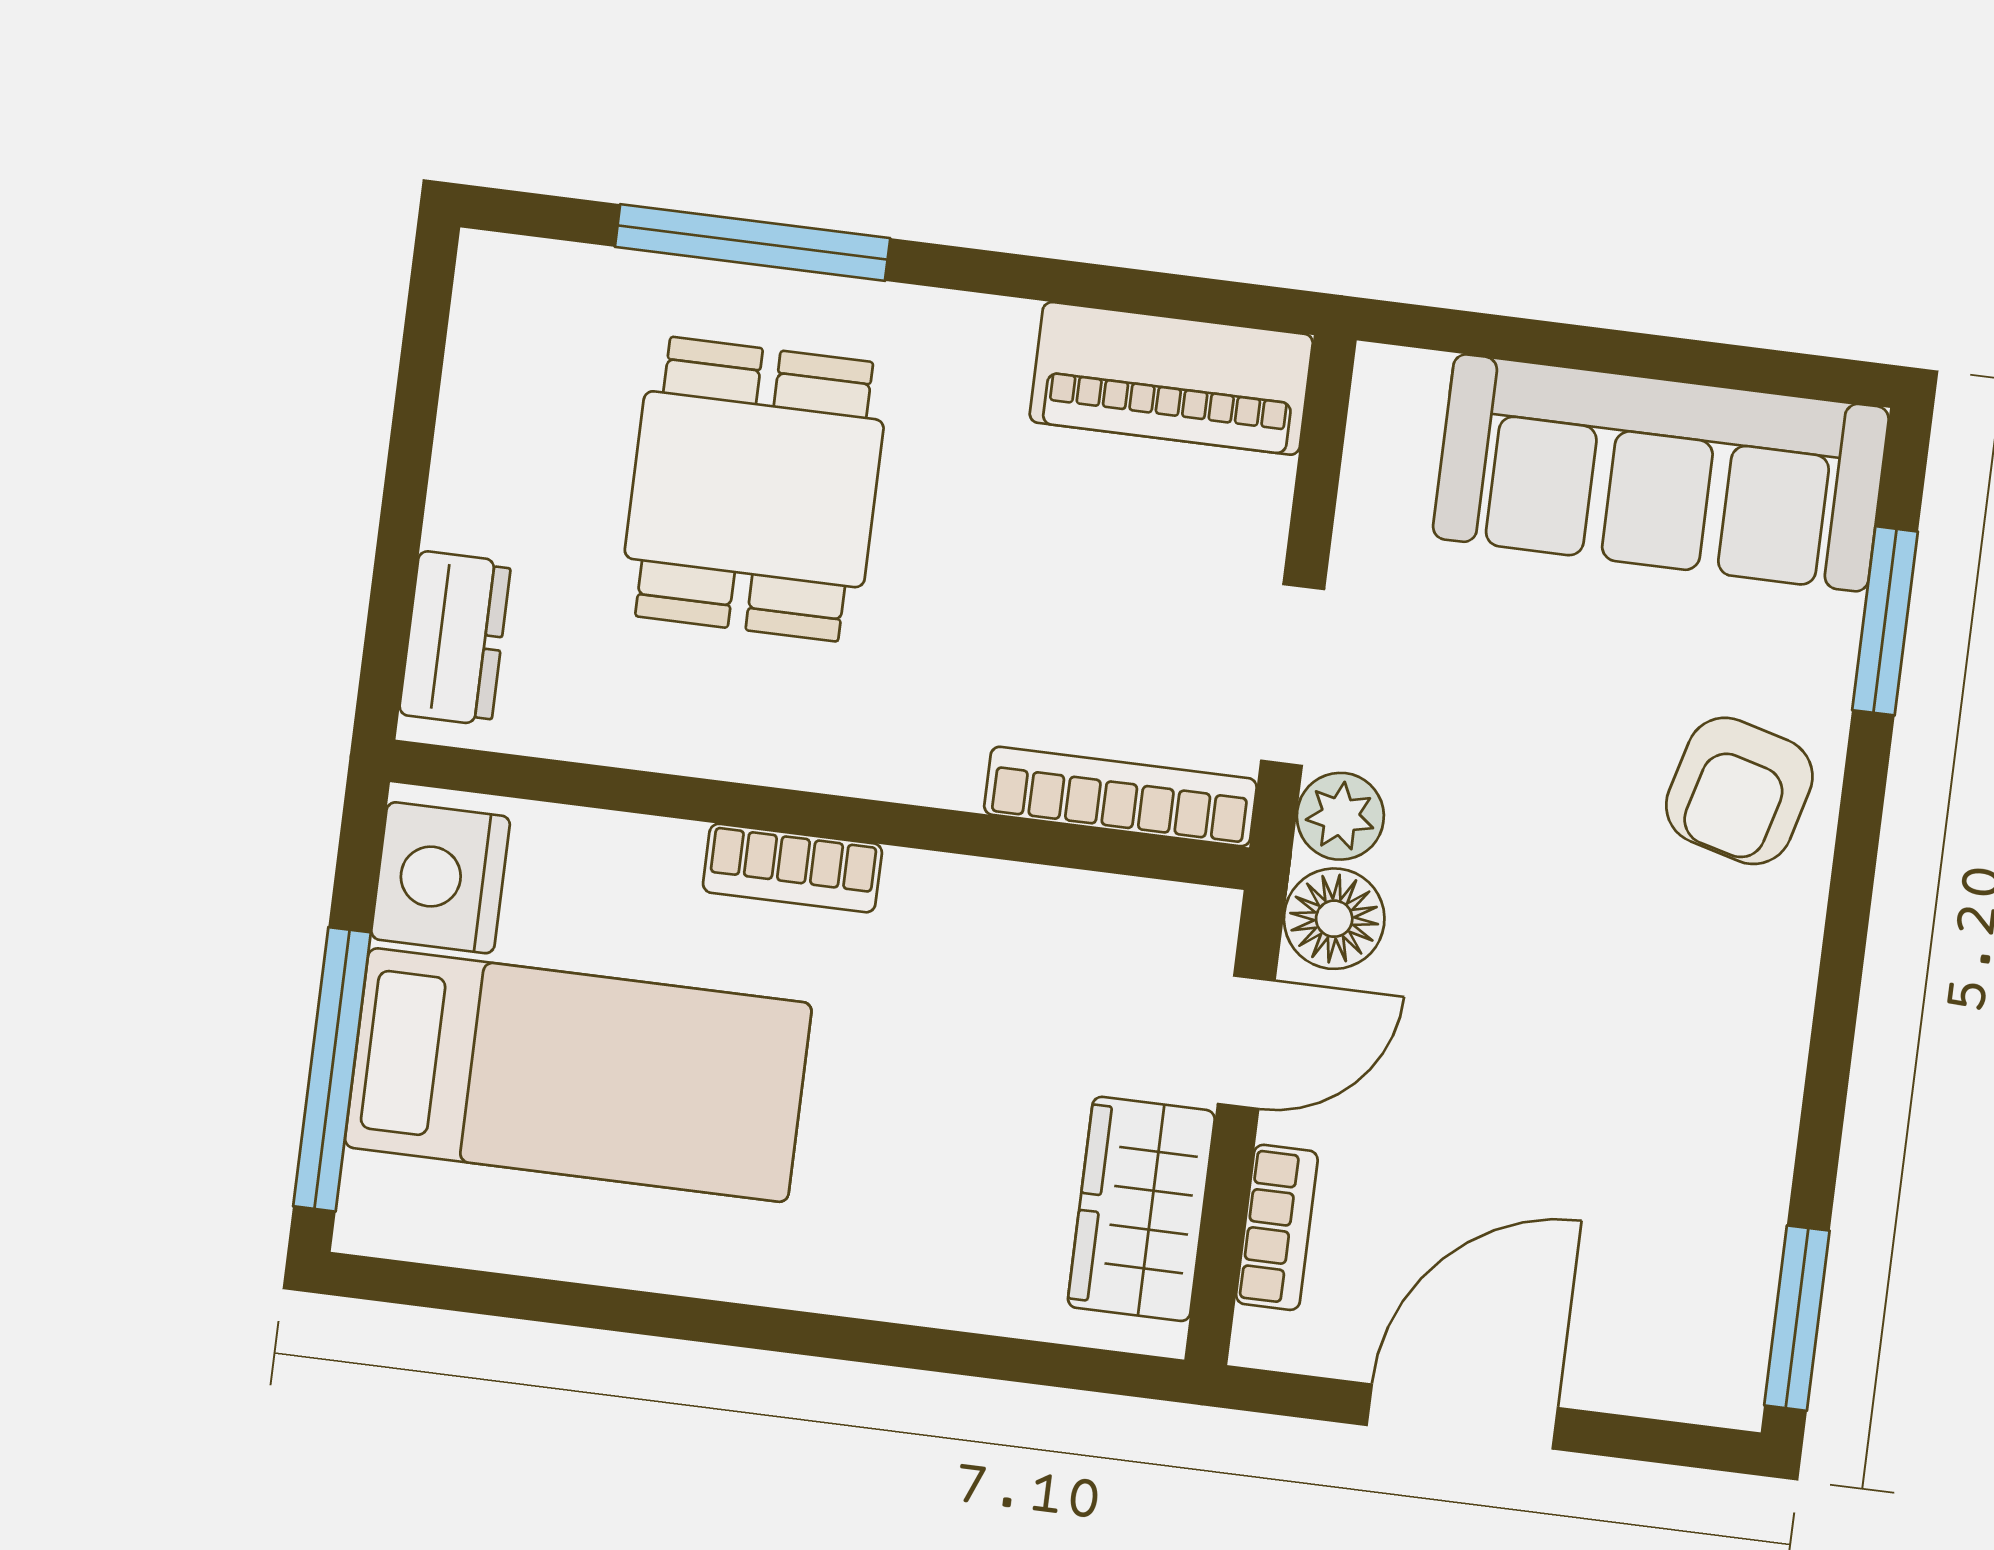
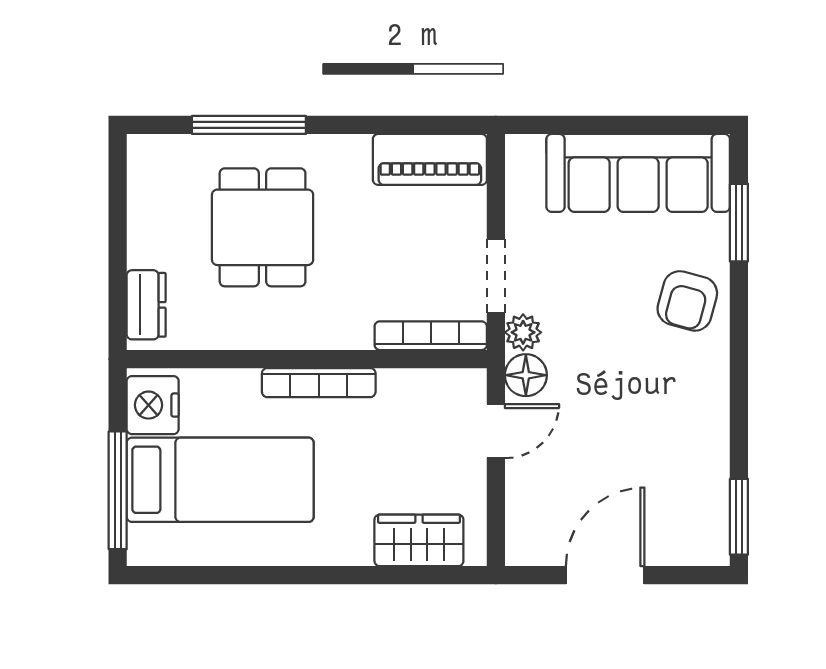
bookcase: (792, 868) -> (319, 383), width x1.56
wardrobe: (1141, 1209) -> (419, 540), moved, turned 90
bookcase: (1277, 1227) -> (518, 506), removed

